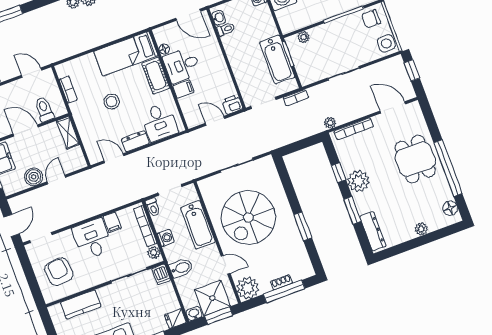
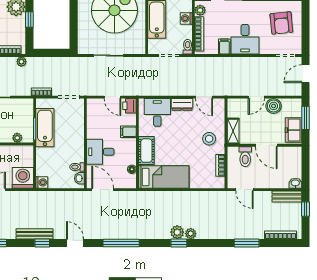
desk: (182, 65) -> (100, 152), moved, turned 180
stool: (112, 102) -> (209, 139), moved
printer: (232, 105) -> (130, 106), moved, turned 90

